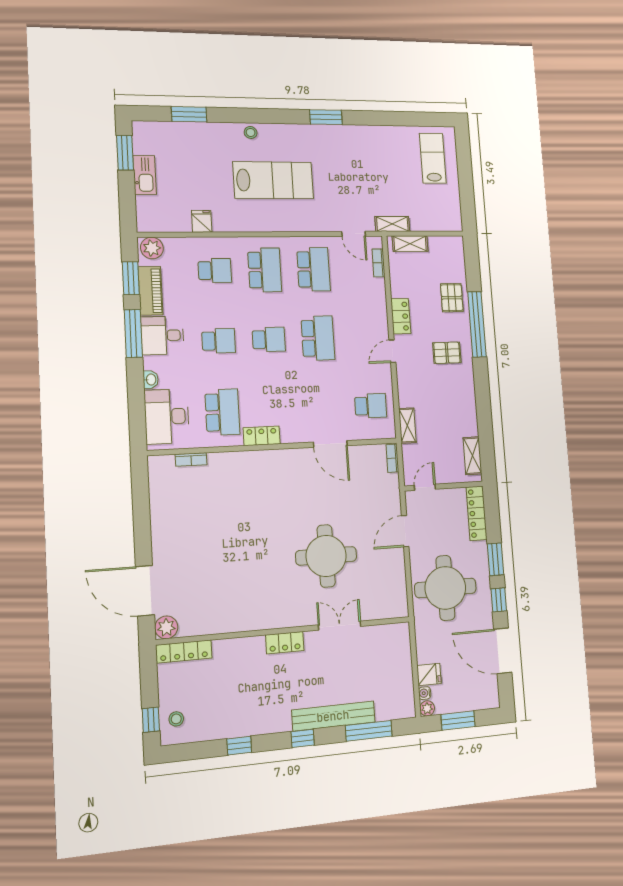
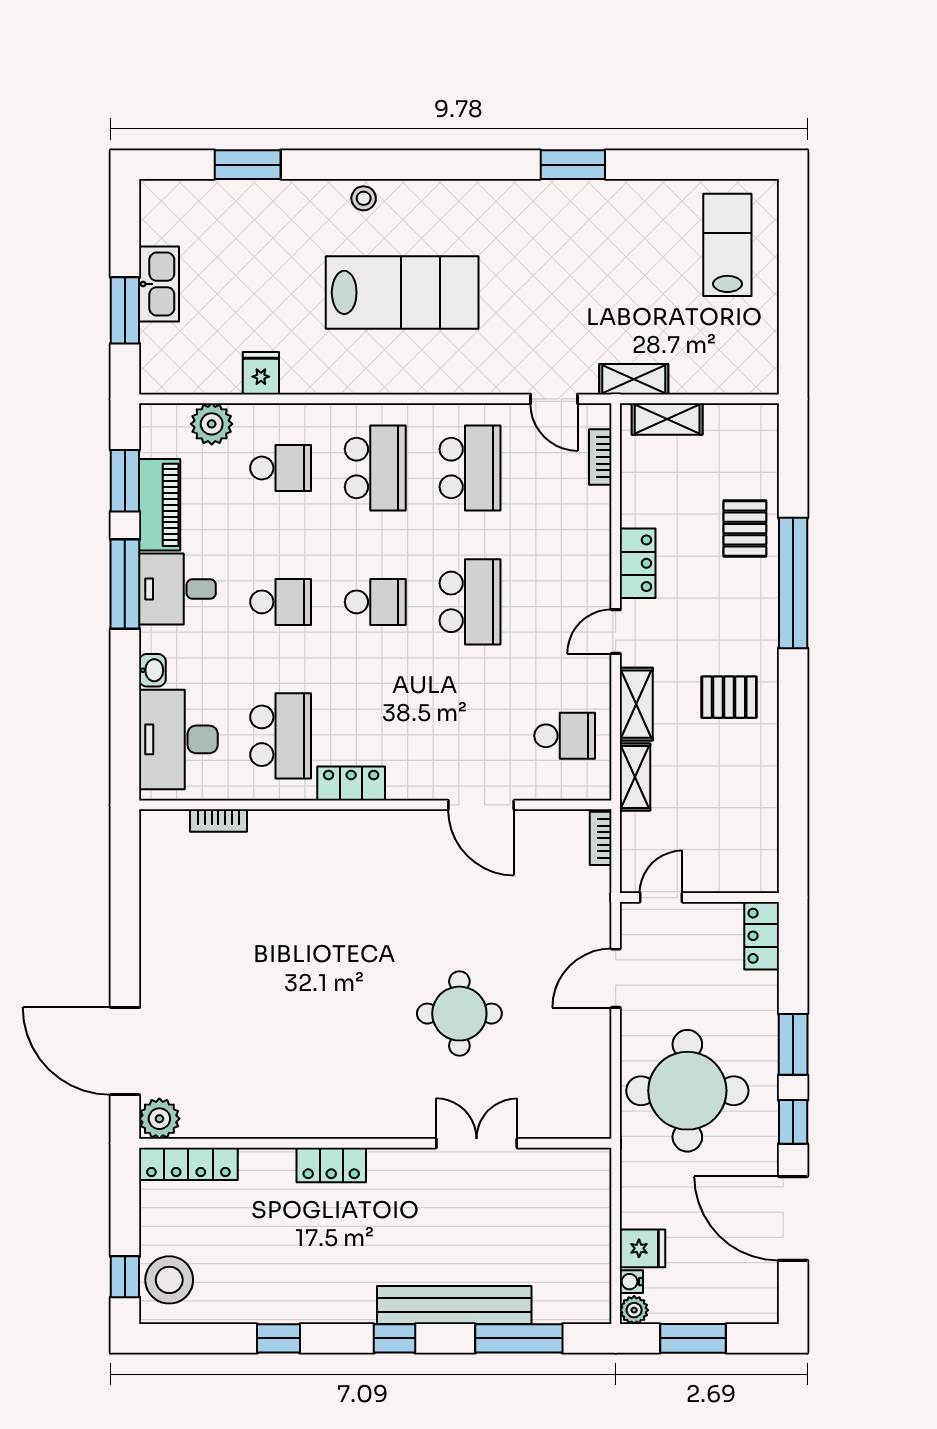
window: (326, 117) -> (573, 165), moved
window: (125, 153) -> (125, 310), moved
plant: (152, 248) -> (212, 424), moved
pallet: (447, 353) -> (729, 697), moved
shelving: (472, 456) -> (636, 704), moved
locker: (477, 513) -> (762, 936), width x0.66
round table: (326, 556) -> (459, 1014), width x0.73, depth x0.73
locker: (285, 643) -> (331, 1165), moved
stool: (176, 719) -> (169, 1280), width x1.89, depth x1.89

